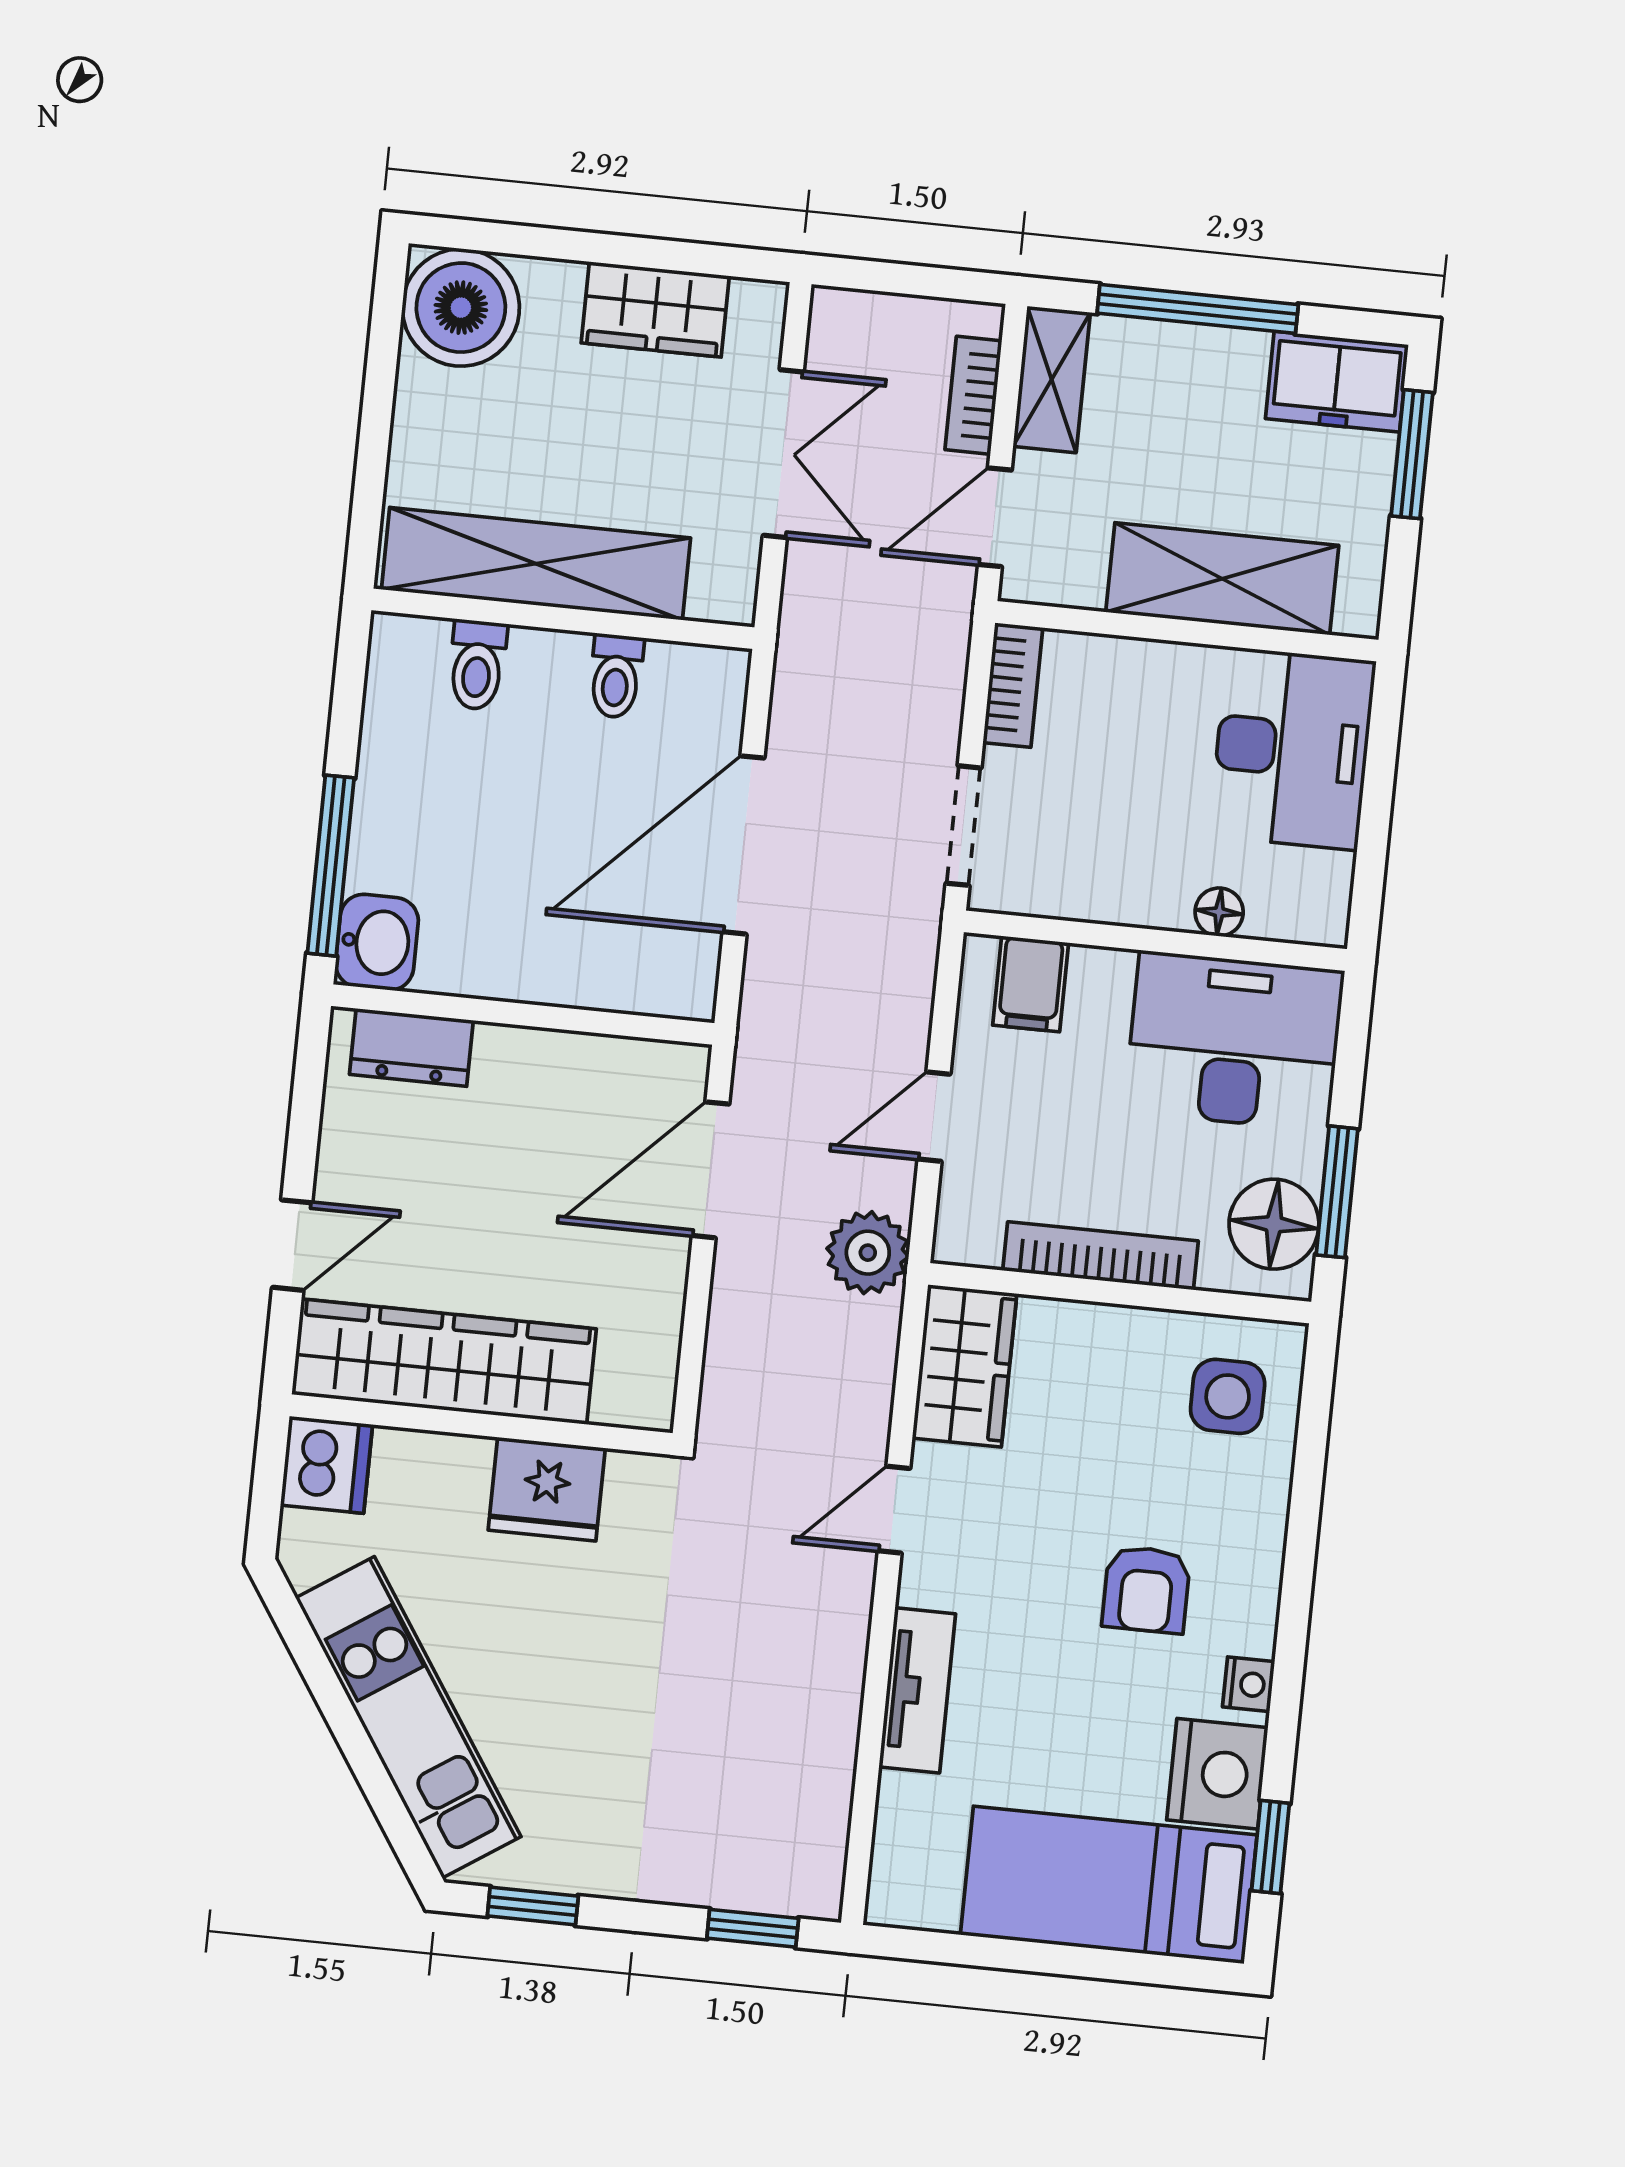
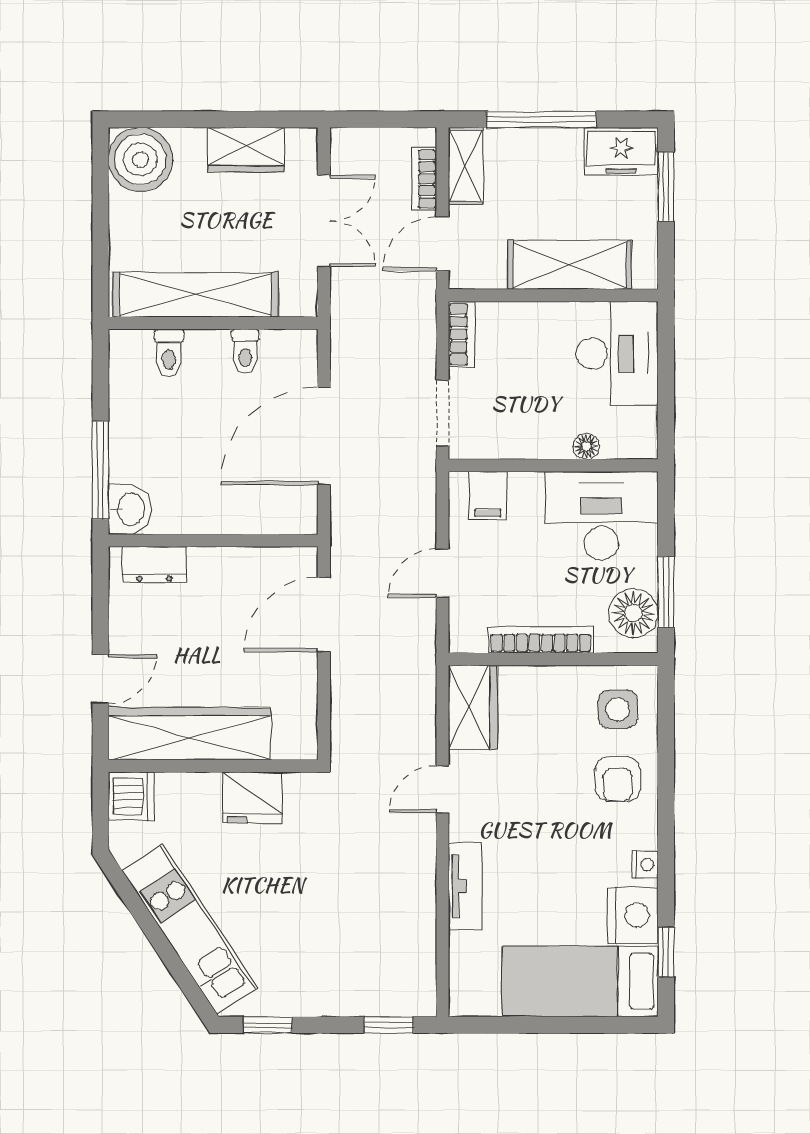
plant: (868, 1253) -> (414, 651), removed
armchair: (1146, 1589) -> (618, 779), moved

